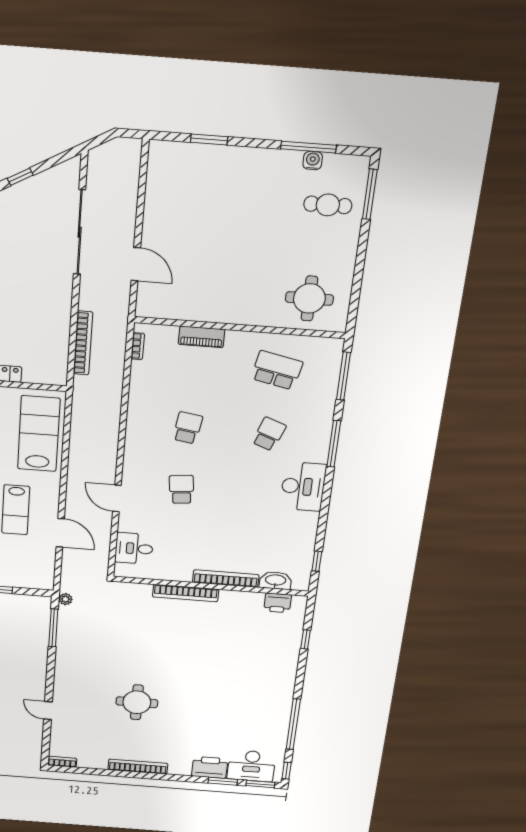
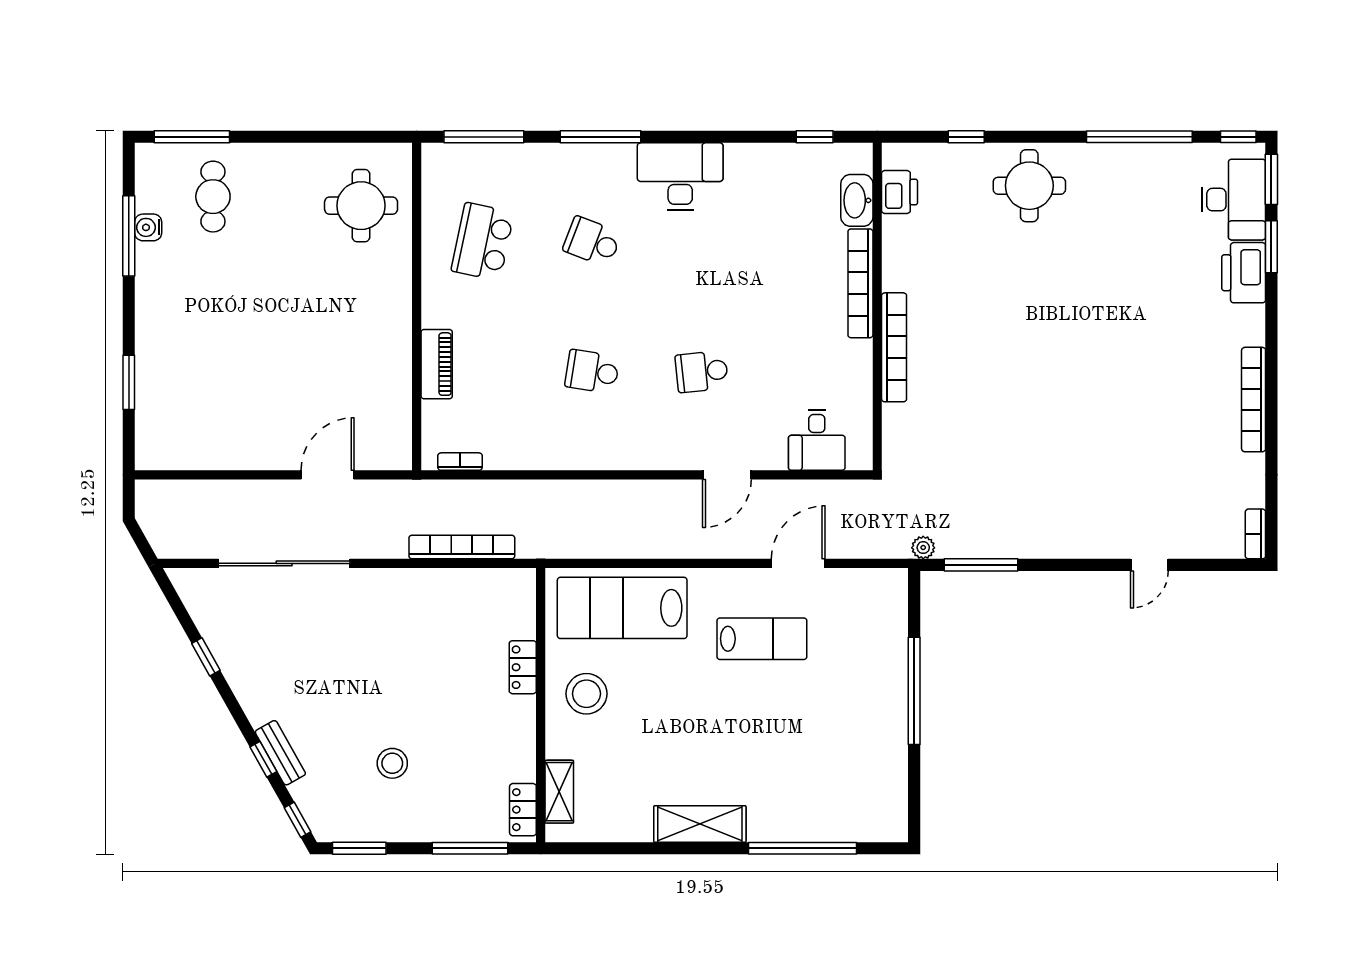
round table: (137, 702) -> (1029, 186), moved

